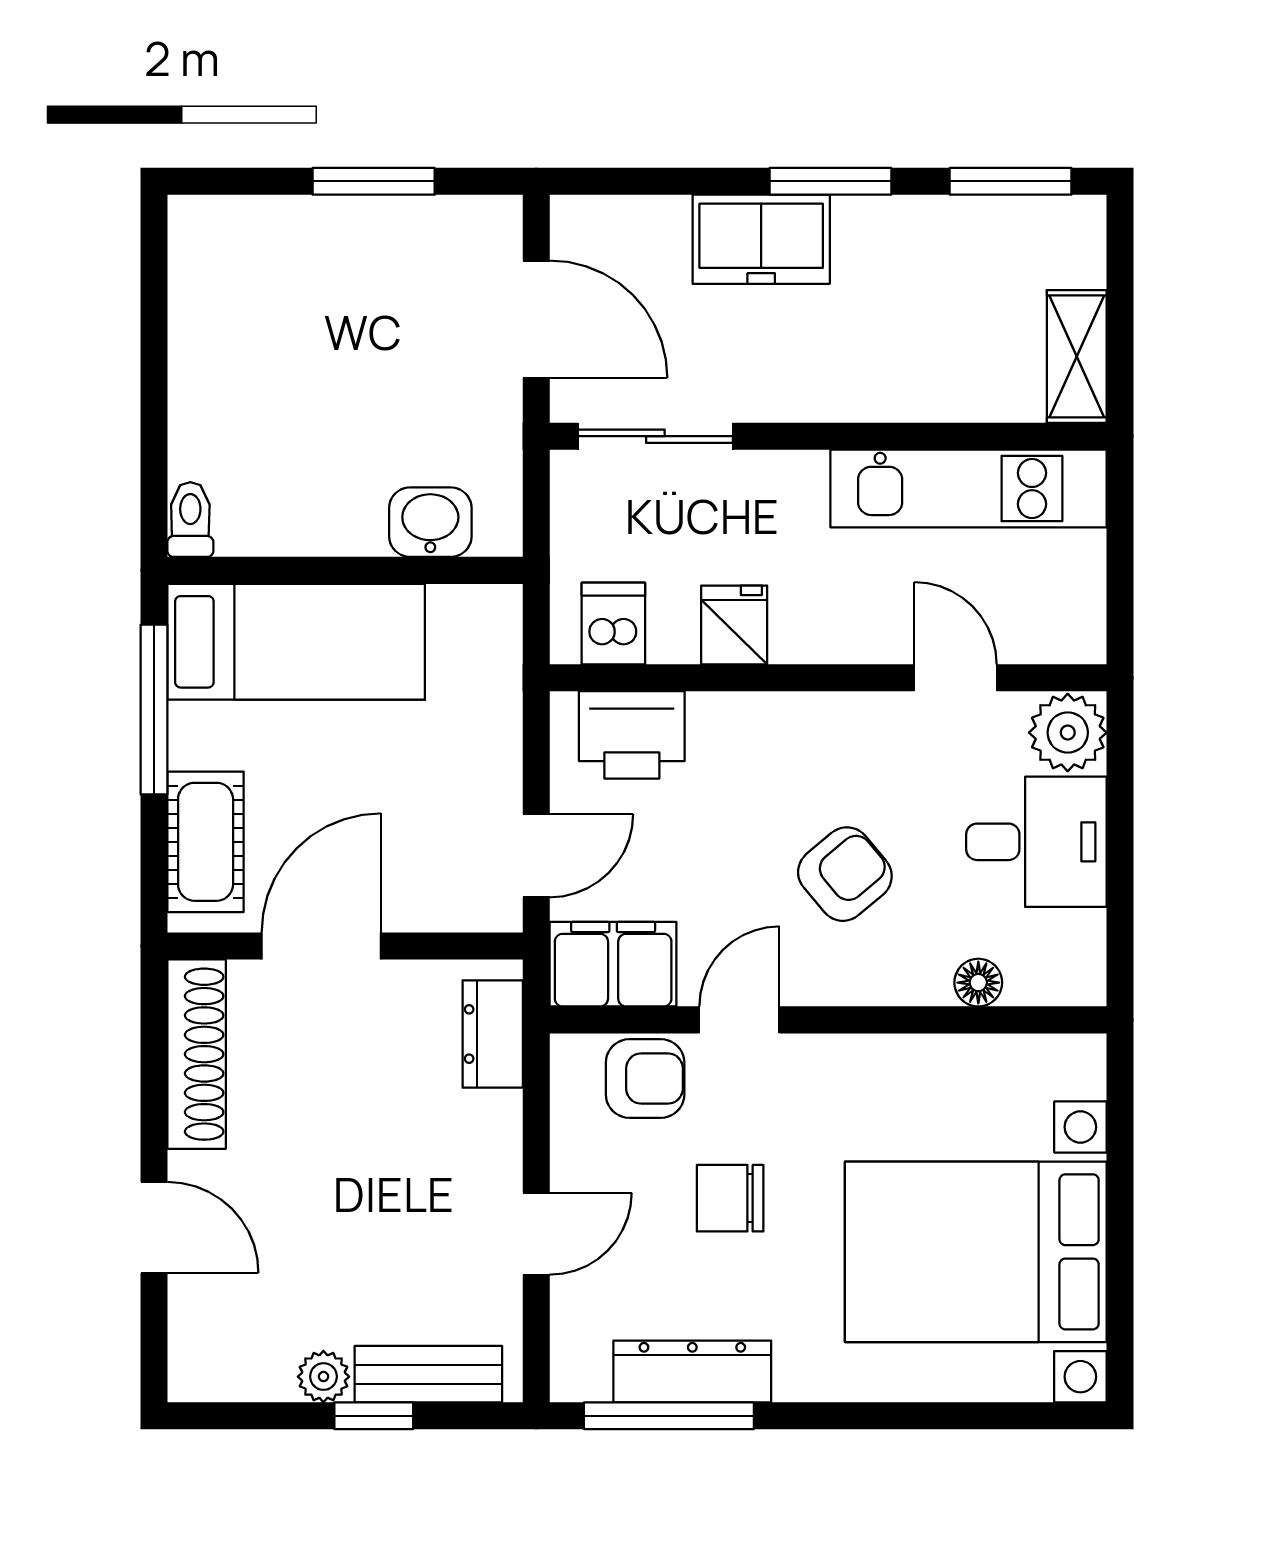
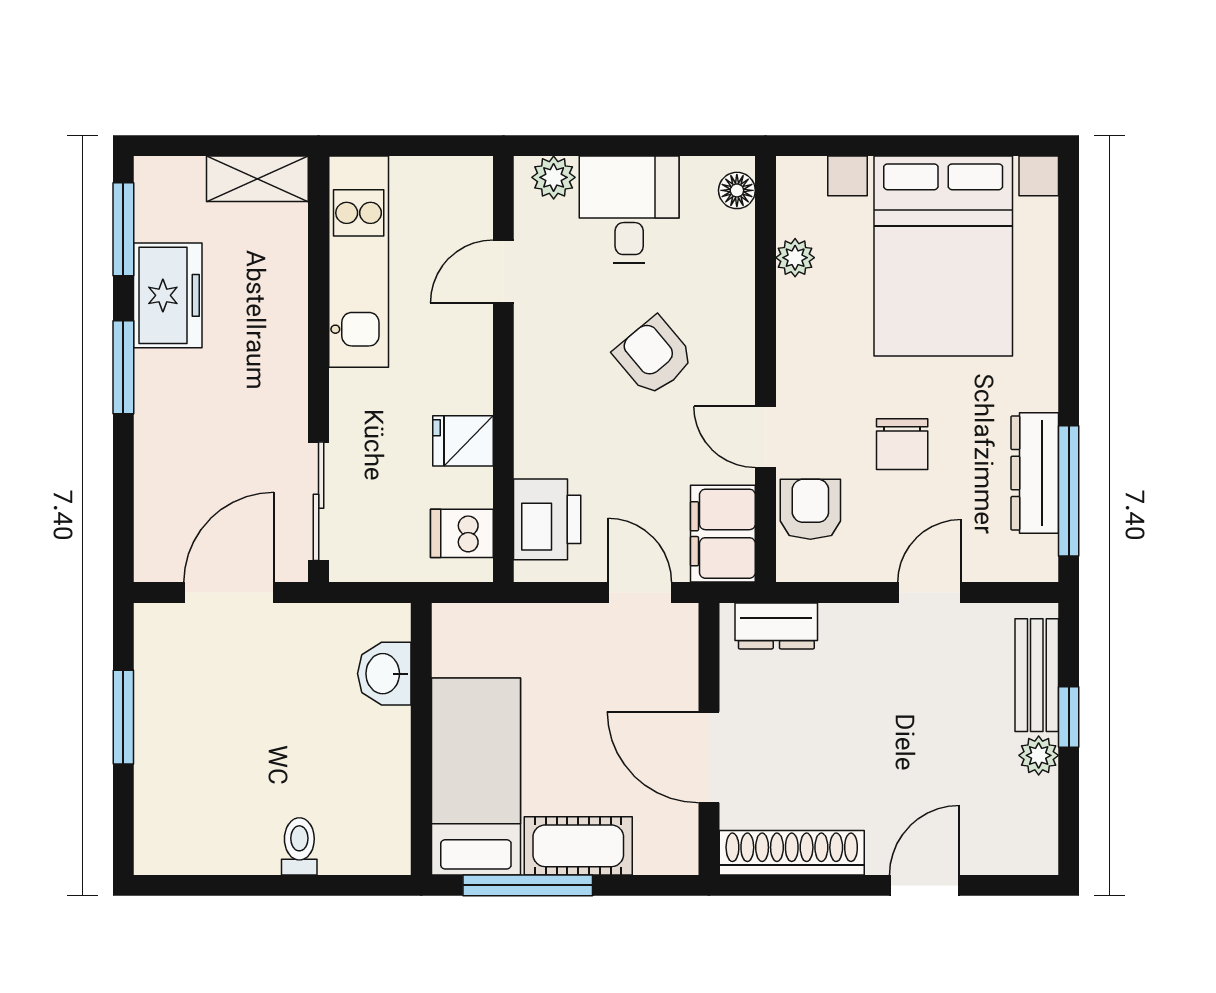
freezer: (761, 239) -> (168, 295), moved
toilet: (190, 520) -> (299, 846), moved, turned 90
plant: (1068, 733) -> (554, 177), width x0.73, depth x0.73
cot: (206, 842) -> (578, 846), moved
floor lamp: (978, 983) -> (737, 190), moved
plant: (974, 1058) -> (795, 258), added
door: (536, 1234) -> (929, 593), hinge flipped

